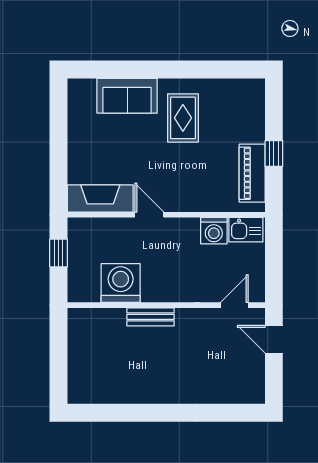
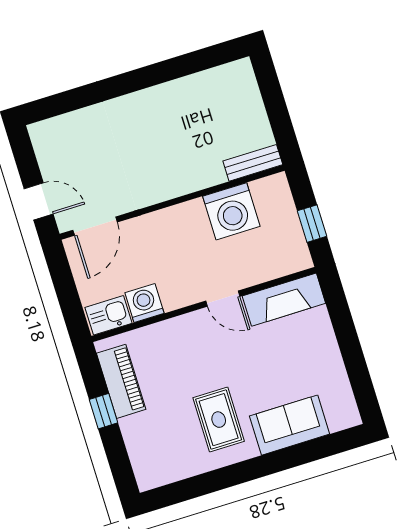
door: (234, 305) -> (95, 226), width x1.38
bench: (150, 317) -> (253, 163), moved

